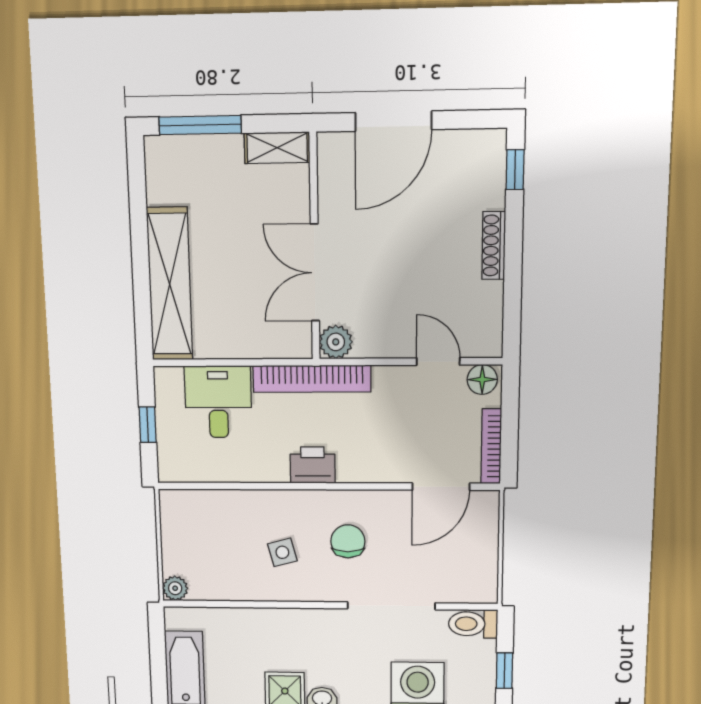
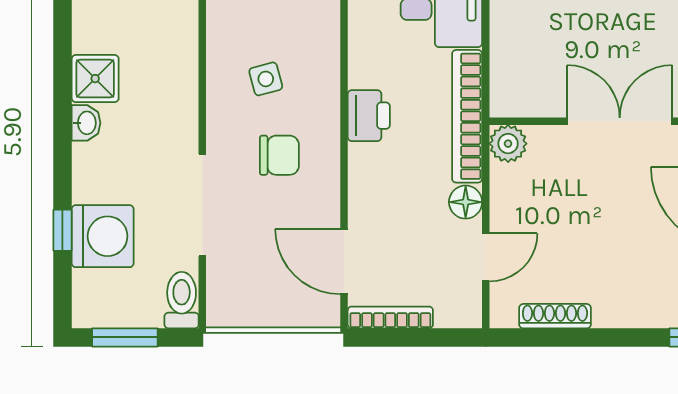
shoe rack: (494, 246) -> (555, 316), moved
double door: (315, 273) -> (620, 121), moved
floor lamp: (482, 380) -> (466, 202), moved
window: (504, 671) -> (125, 337), width x1.50

